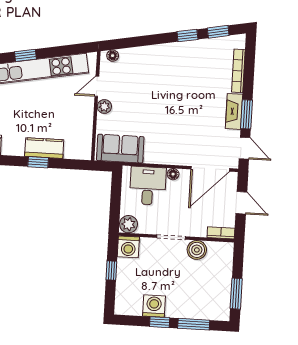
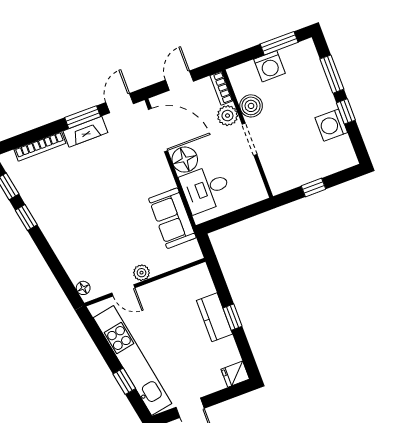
sofa: (120, 149) -> (172, 218), moved
floor lamp: (173, 174) -> (185, 160), width x1.89, depth x1.89
plant: (129, 224) -> (227, 116), moved
washing machine: (128, 247) -> (269, 66), moved, turned 90

